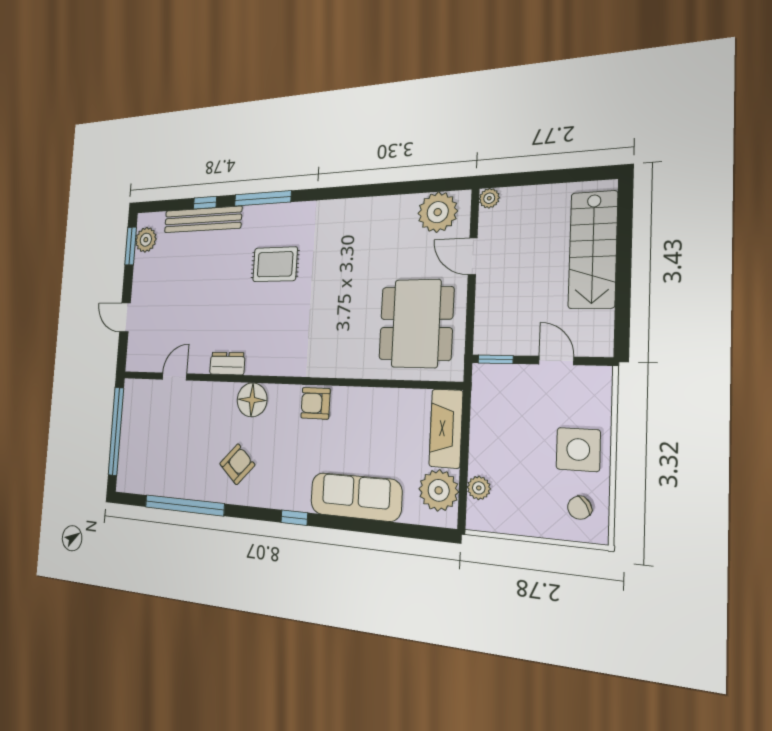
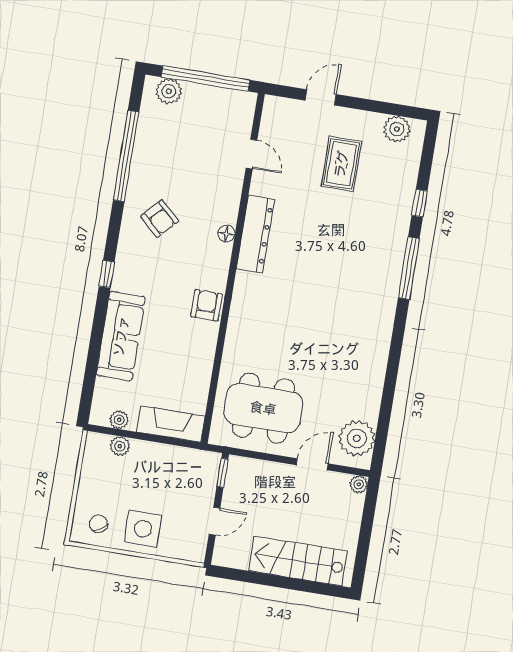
bench: (203, 219) -> (403, 199), removed
window: (131, 246) -> (394, 109), removed
rug: (275, 264) -> (341, 164), moved
dresser: (227, 364) -> (255, 234), width x1.96, depth x1.24
floor lamp: (252, 400) -> (226, 234), width x0.53, depth x0.53
plant: (128, 467) -> (169, 91), added
plant: (439, 490) -> (119, 420), width x0.53, depth x0.53

